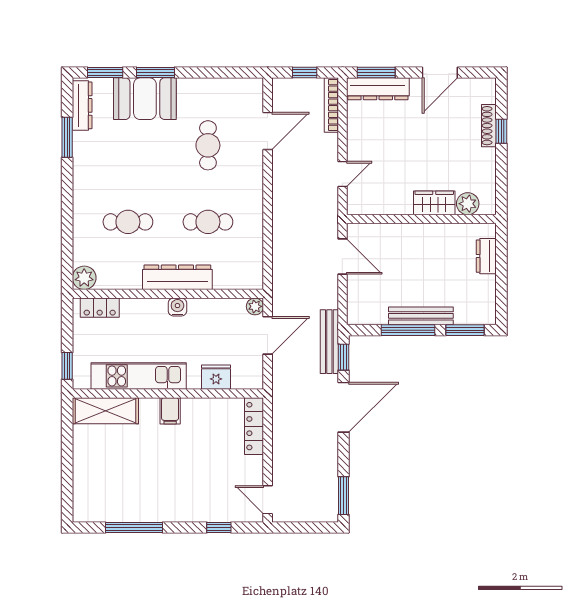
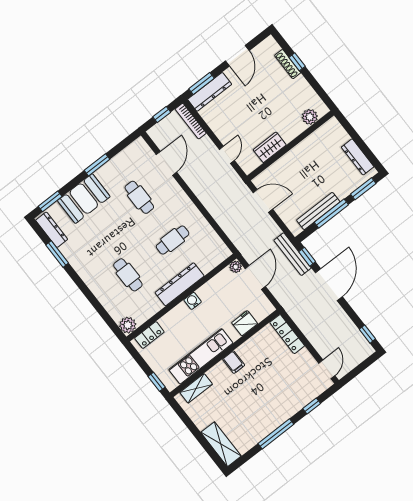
window: (156, 72) -> (97, 165), moved
wardrobe: (434, 203) -> (270, 147), moved
cafe table: (128, 222) -> (128, 275), turned 90
dresser: (486, 256) -> (358, 157), moved, width x1.44
bench: (421, 316) -> (318, 211), moved
shelving: (105, 411) -> (196, 388), width x0.67, depth x0.75
shelving: (85, 491) -> (221, 444), added
window: (343, 496) -> (367, 334), width x0.67
door: (268, 500) -> (327, 369), swing flipped
window: (134, 527) -> (276, 434), moved

